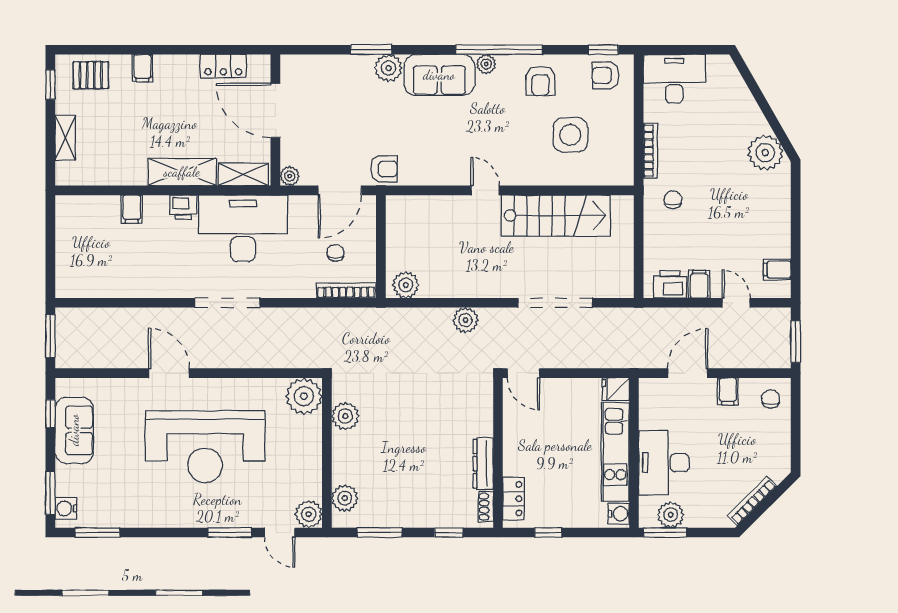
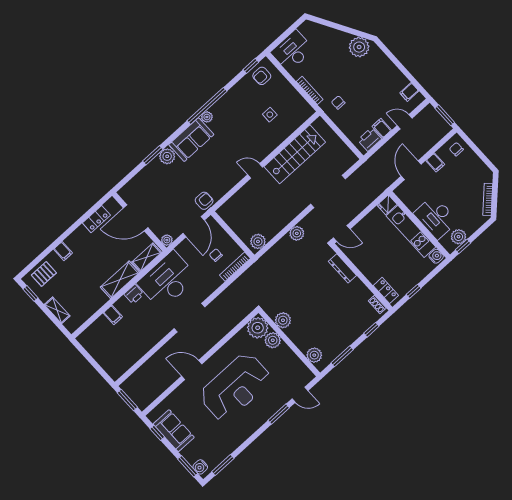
armchair: (541, 81) -> (236, 103), removed
side table: (570, 135) -> (270, 115), width x0.54, depth x0.54
dresser: (483, 464) -> (342, 268), moved
plant: (309, 514) -> (273, 340), moved
window: (665, 532) -> (463, 246), width x0.67

